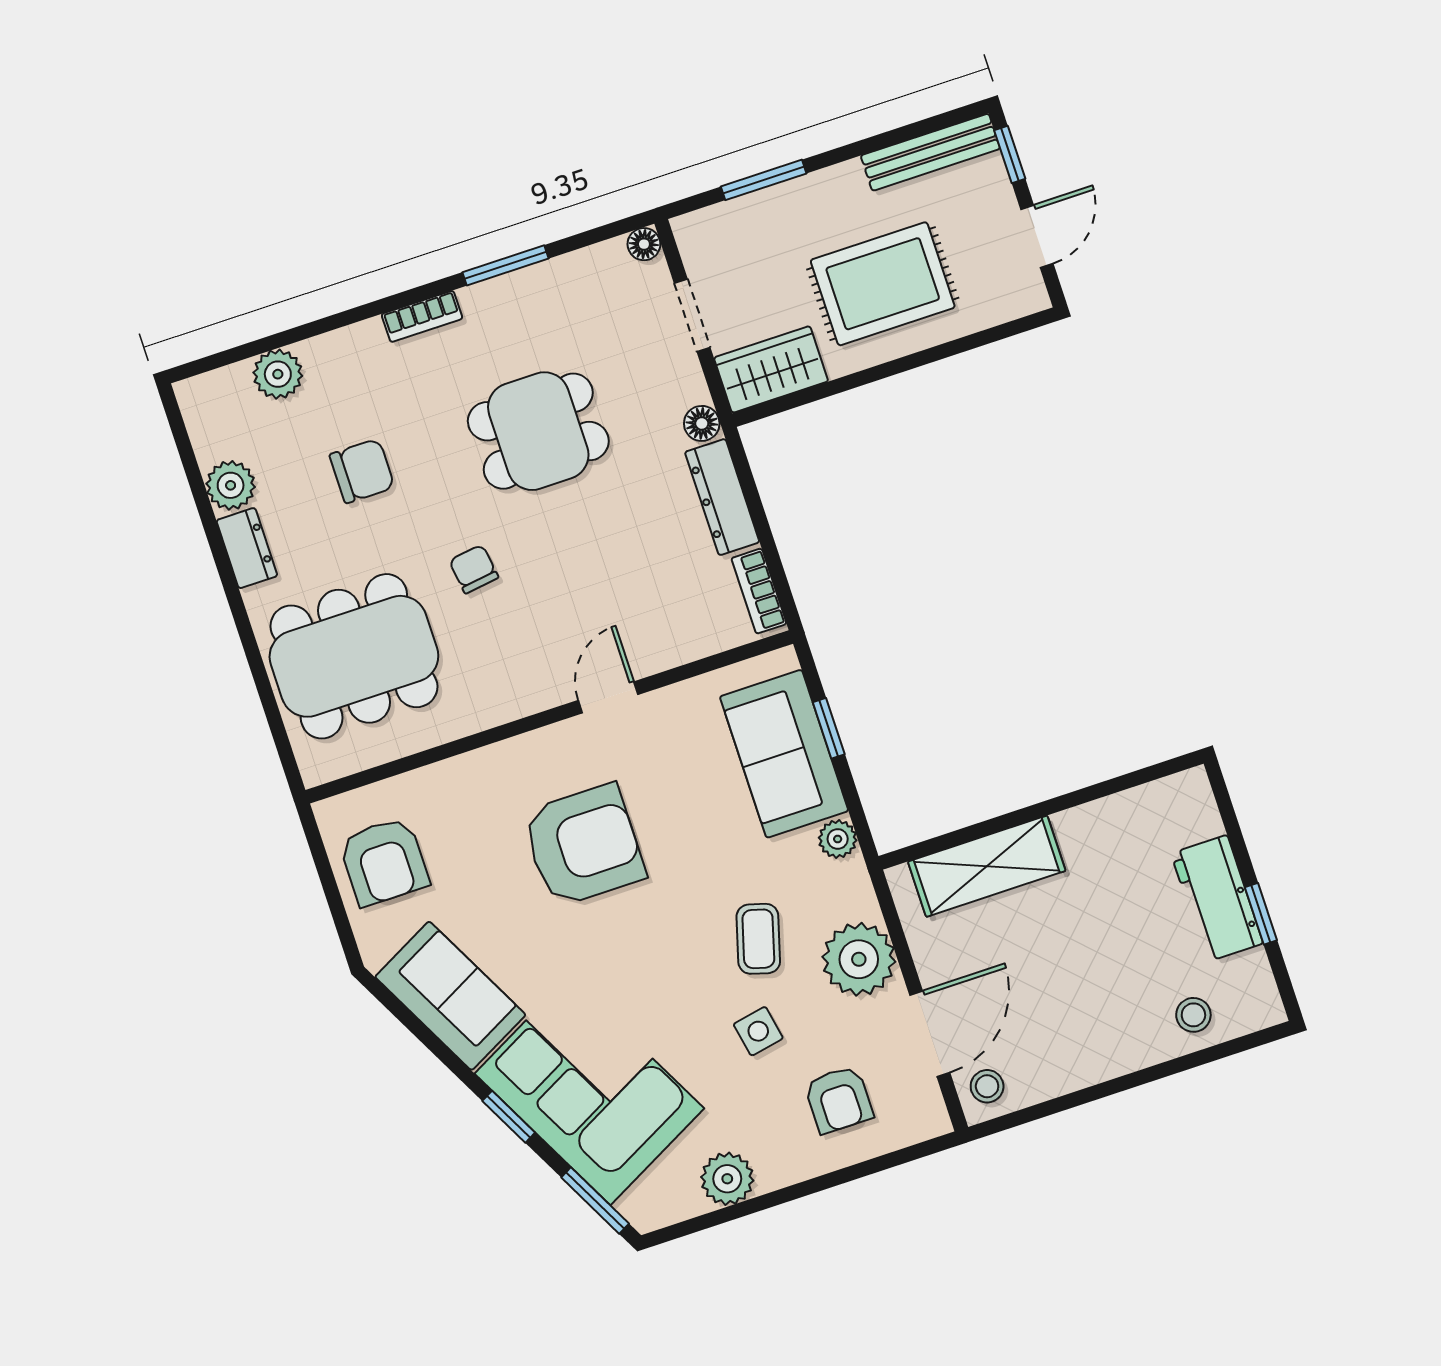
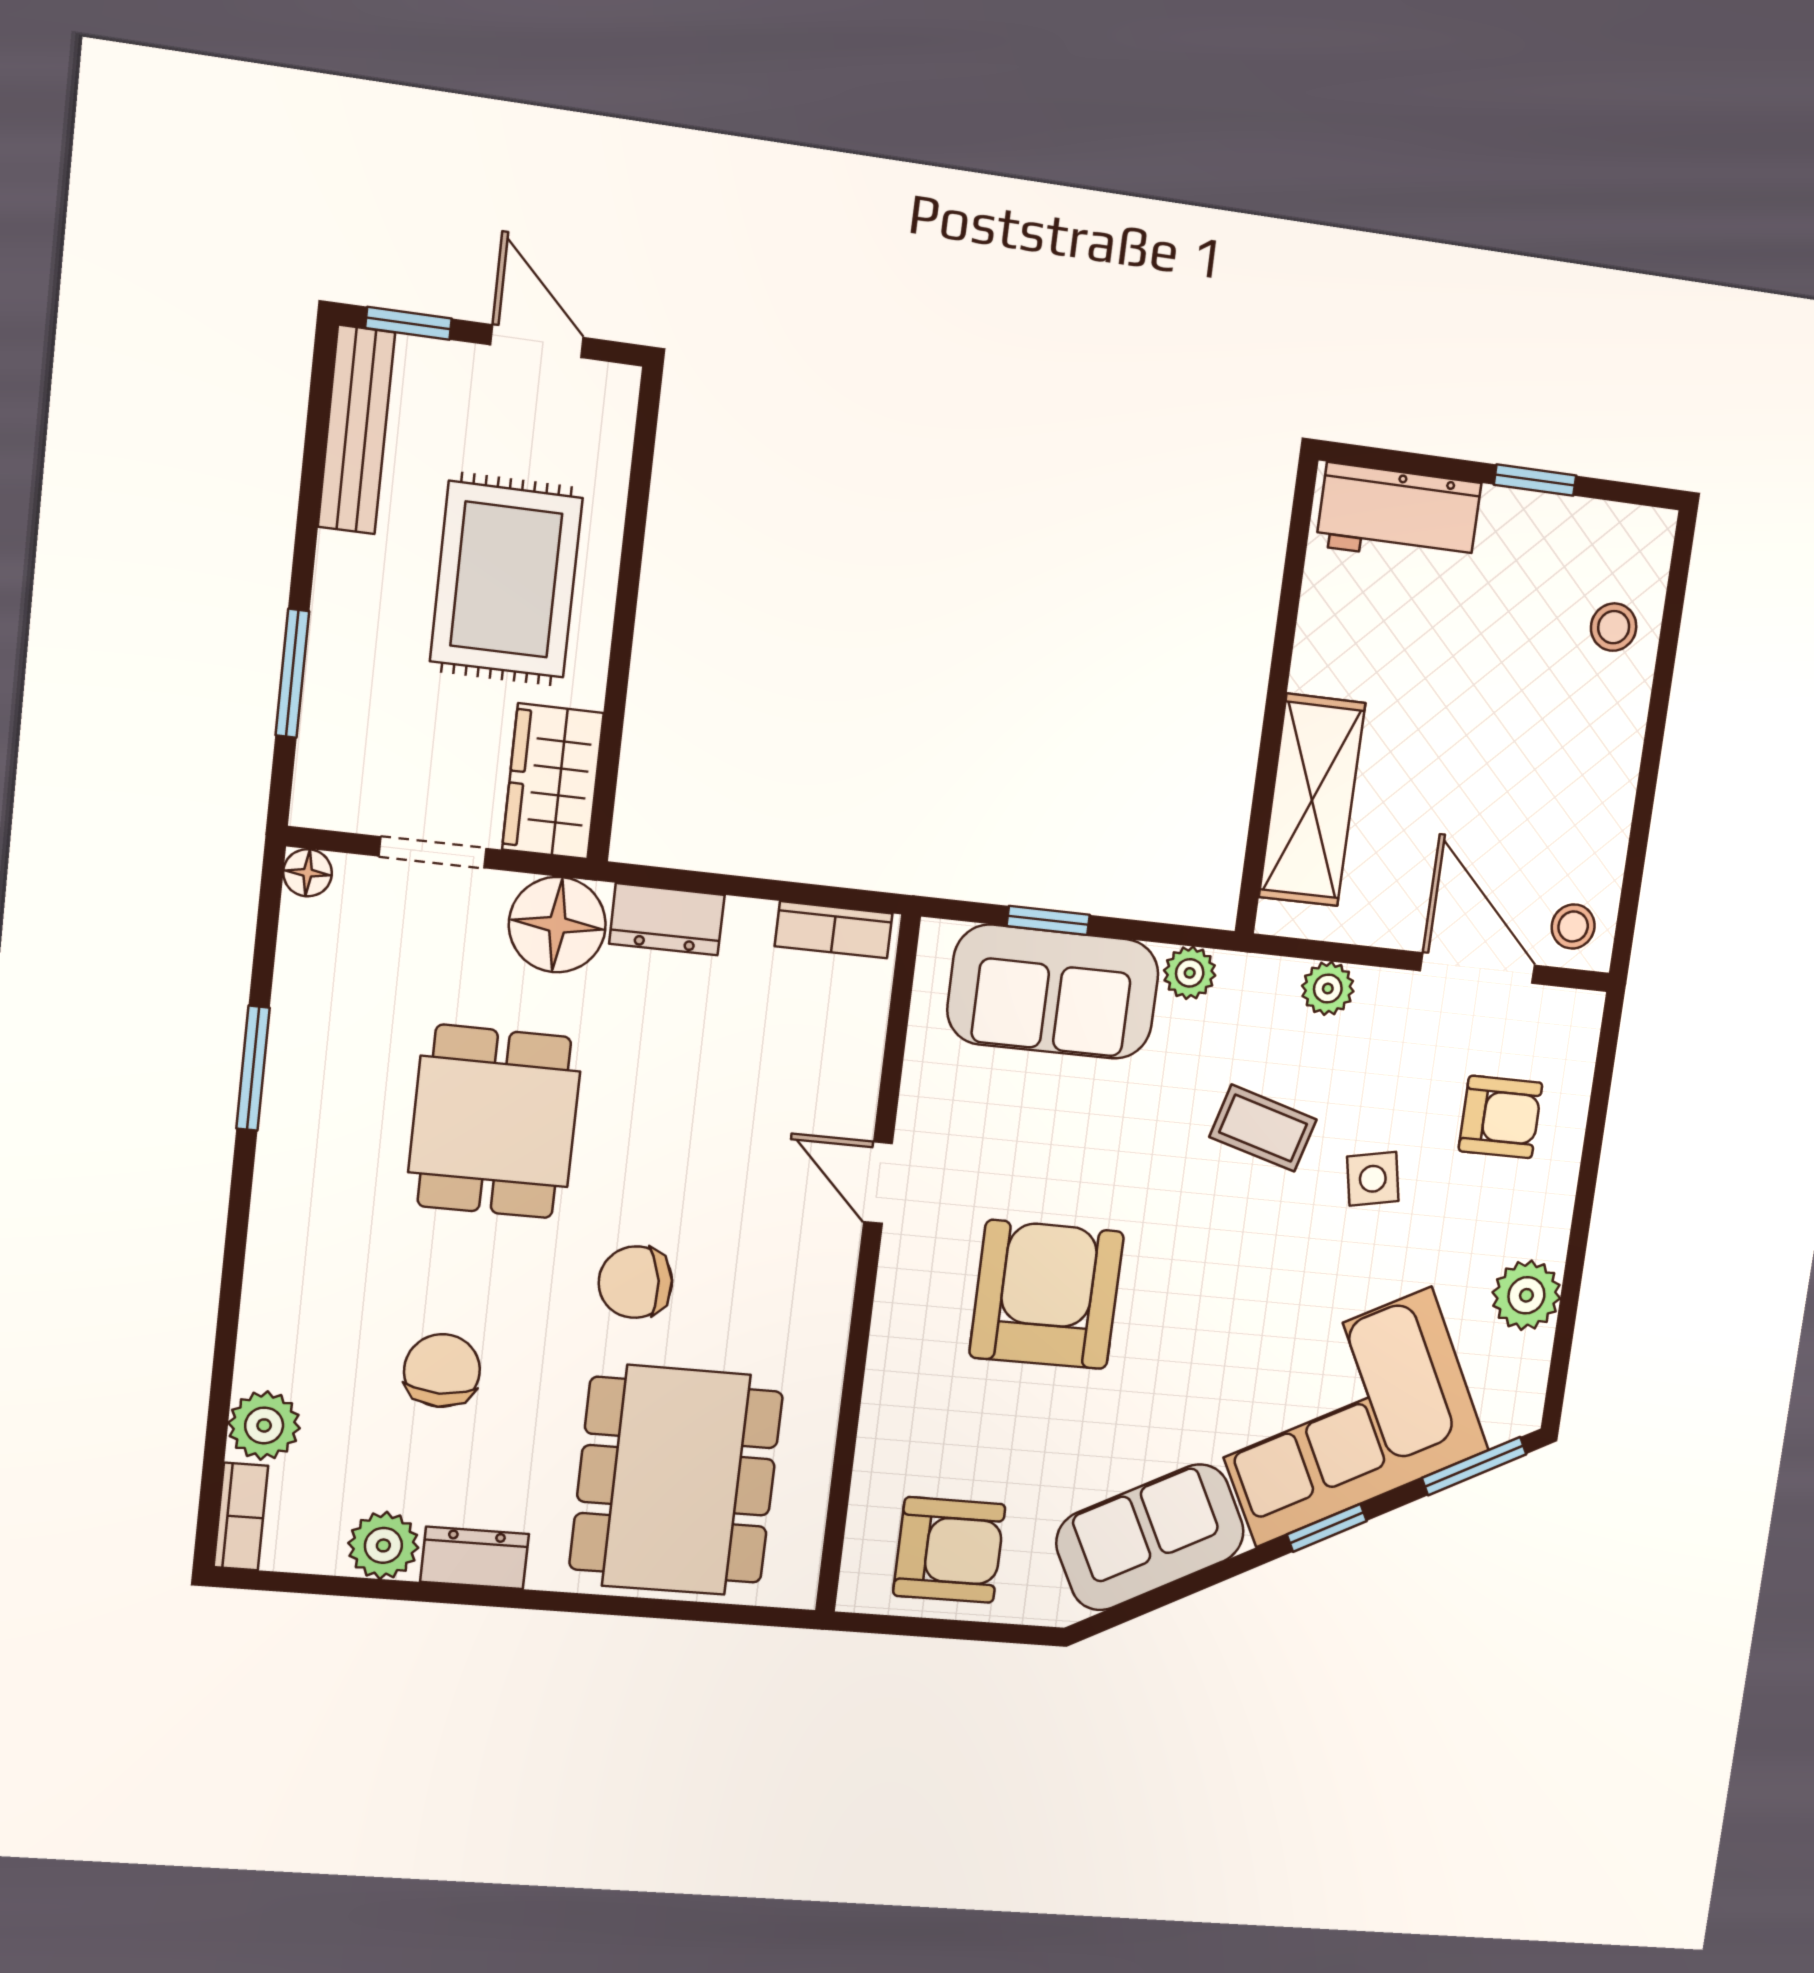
bookcase: (422, 316) -> (241, 1516), moved
floor lamp: (702, 423) -> (557, 925), width x1.89, depth x1.89
dresser: (722, 497) -> (667, 919), width x0.70
chair: (474, 569) -> (635, 1282), width x1.37, depth x1.37
workbench: (1217, 898) -> (1399, 514), moved
plant: (859, 959) -> (1328, 989), width x0.53, depth x0.53

